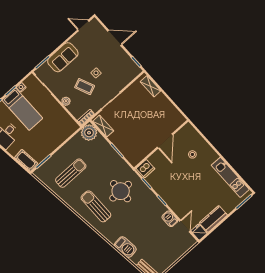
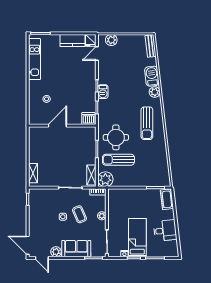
door: (115, 38) -> (28, 245), moved
plant: (77, 40) -> (56, 252), added
sun lounger: (71, 173) -> (118, 160), moved
round table: (121, 191) -> (116, 137), moved
barbecue: (170, 219) -> (103, 92), moved
plant: (112, 237) -> (155, 92), added
plant: (183, 247) -> (111, 40), added

